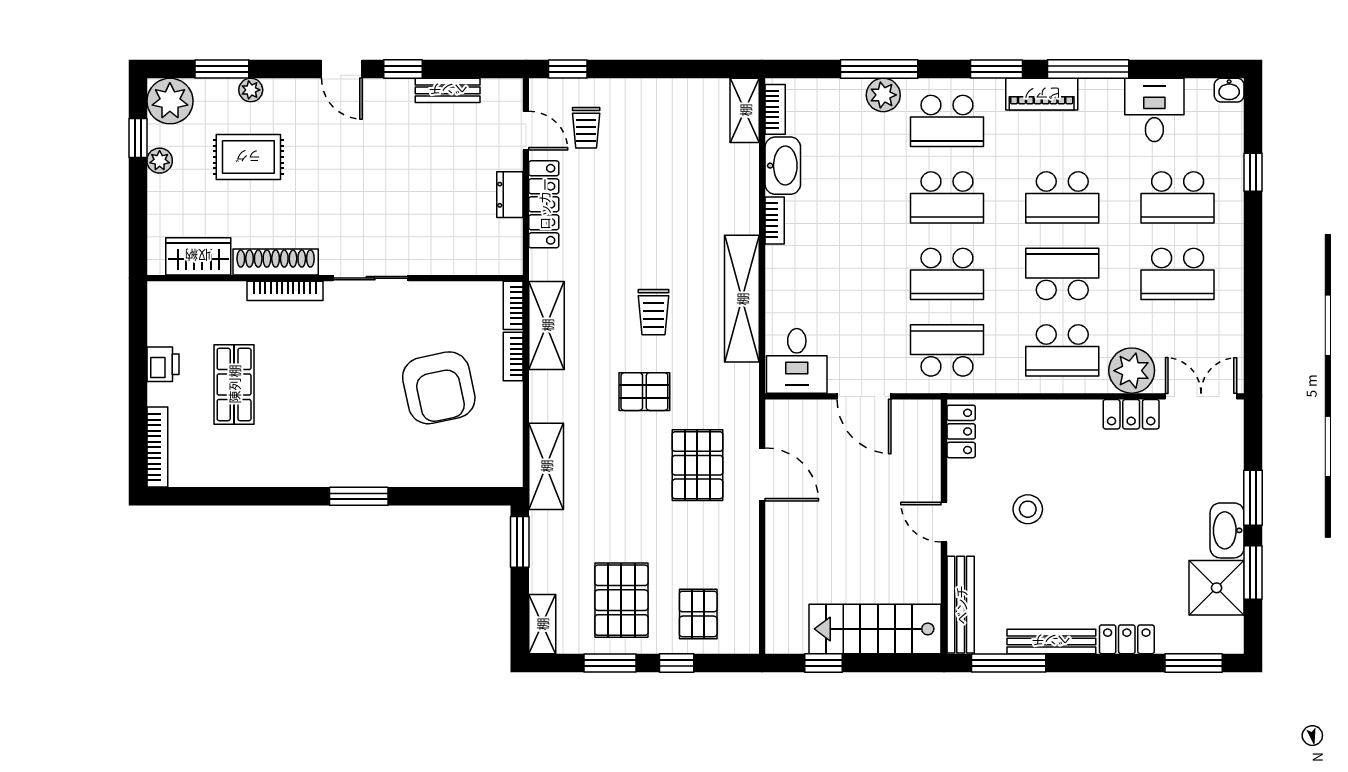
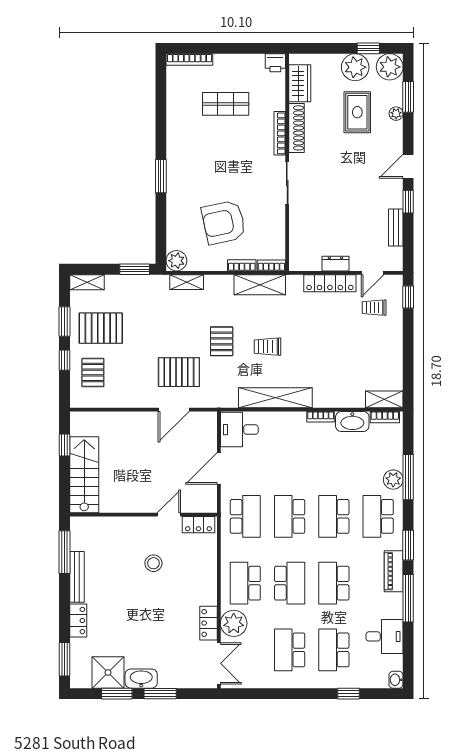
plant: (160, 161) -> (355, 67), width x1.88, depth x1.88
printer: (163, 364) -> (275, 63), moved
shelving: (546, 466) -> (187, 282), width x0.67, depth x0.75
plant: (505, 469) -> (176, 261), added
door: (944, 522) -> (169, 515), moved
bench: (961, 605) -> (98, 524), removed
pallet: (698, 614) -> (93, 372), turned 90

